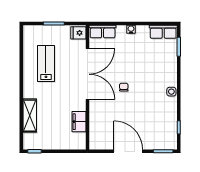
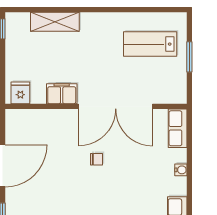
fridge: (78, 33) -> (20, 93), moved
lab bench: (46, 63) -> (150, 44), moved, turned 180
filing cabinet: (79, 122) -> (62, 94), moved

